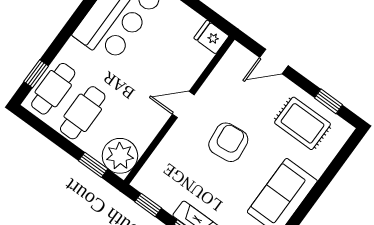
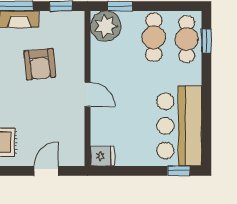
door: (183, 105) -> (88, 94), hinge flipped
armchair: (228, 142) -> (40, 64), moved

